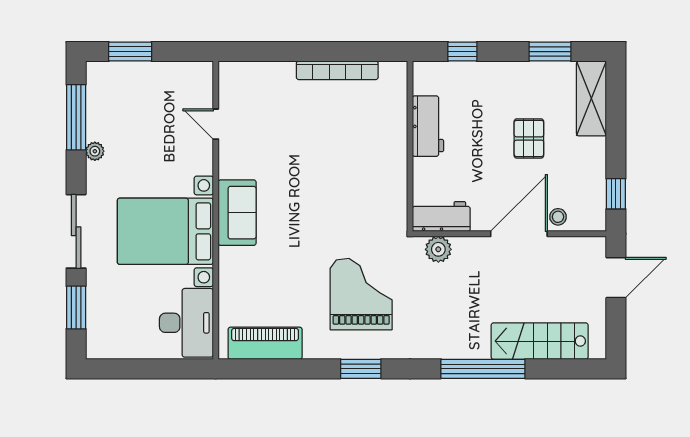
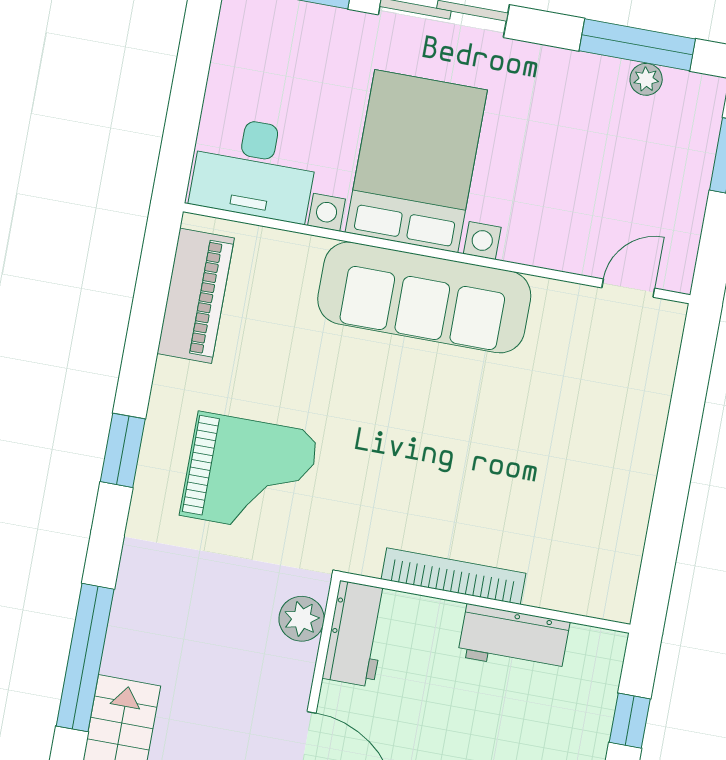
bookcase: (337, 70) -> (453, 576), moved, turned 90
door: (216, 124) -> (628, 288), moved
plant: (95, 151) -> (646, 79), moved
sofa: (237, 213) -> (424, 297), width x1.85, depth x1.27

